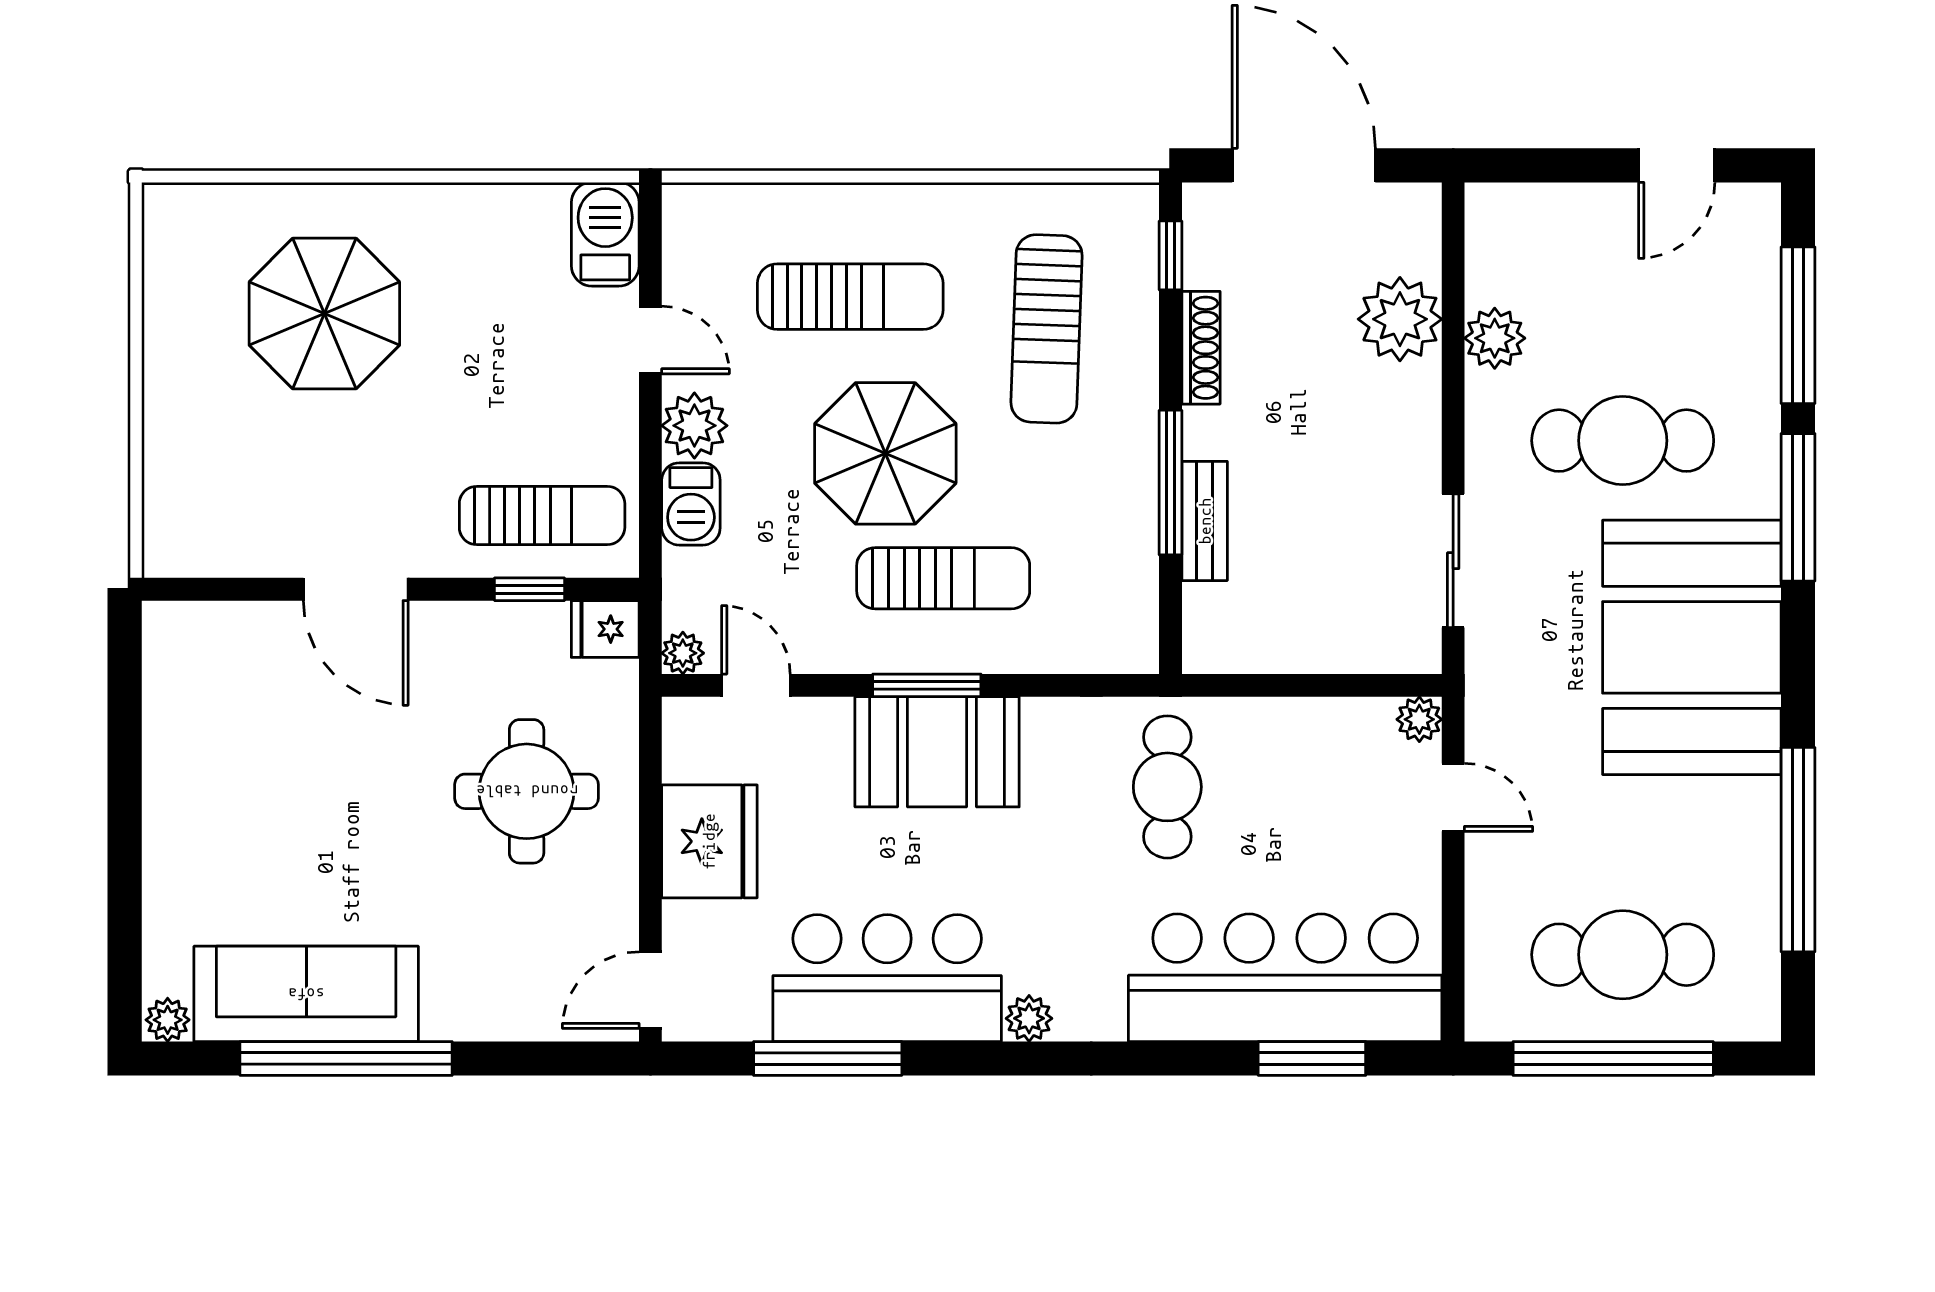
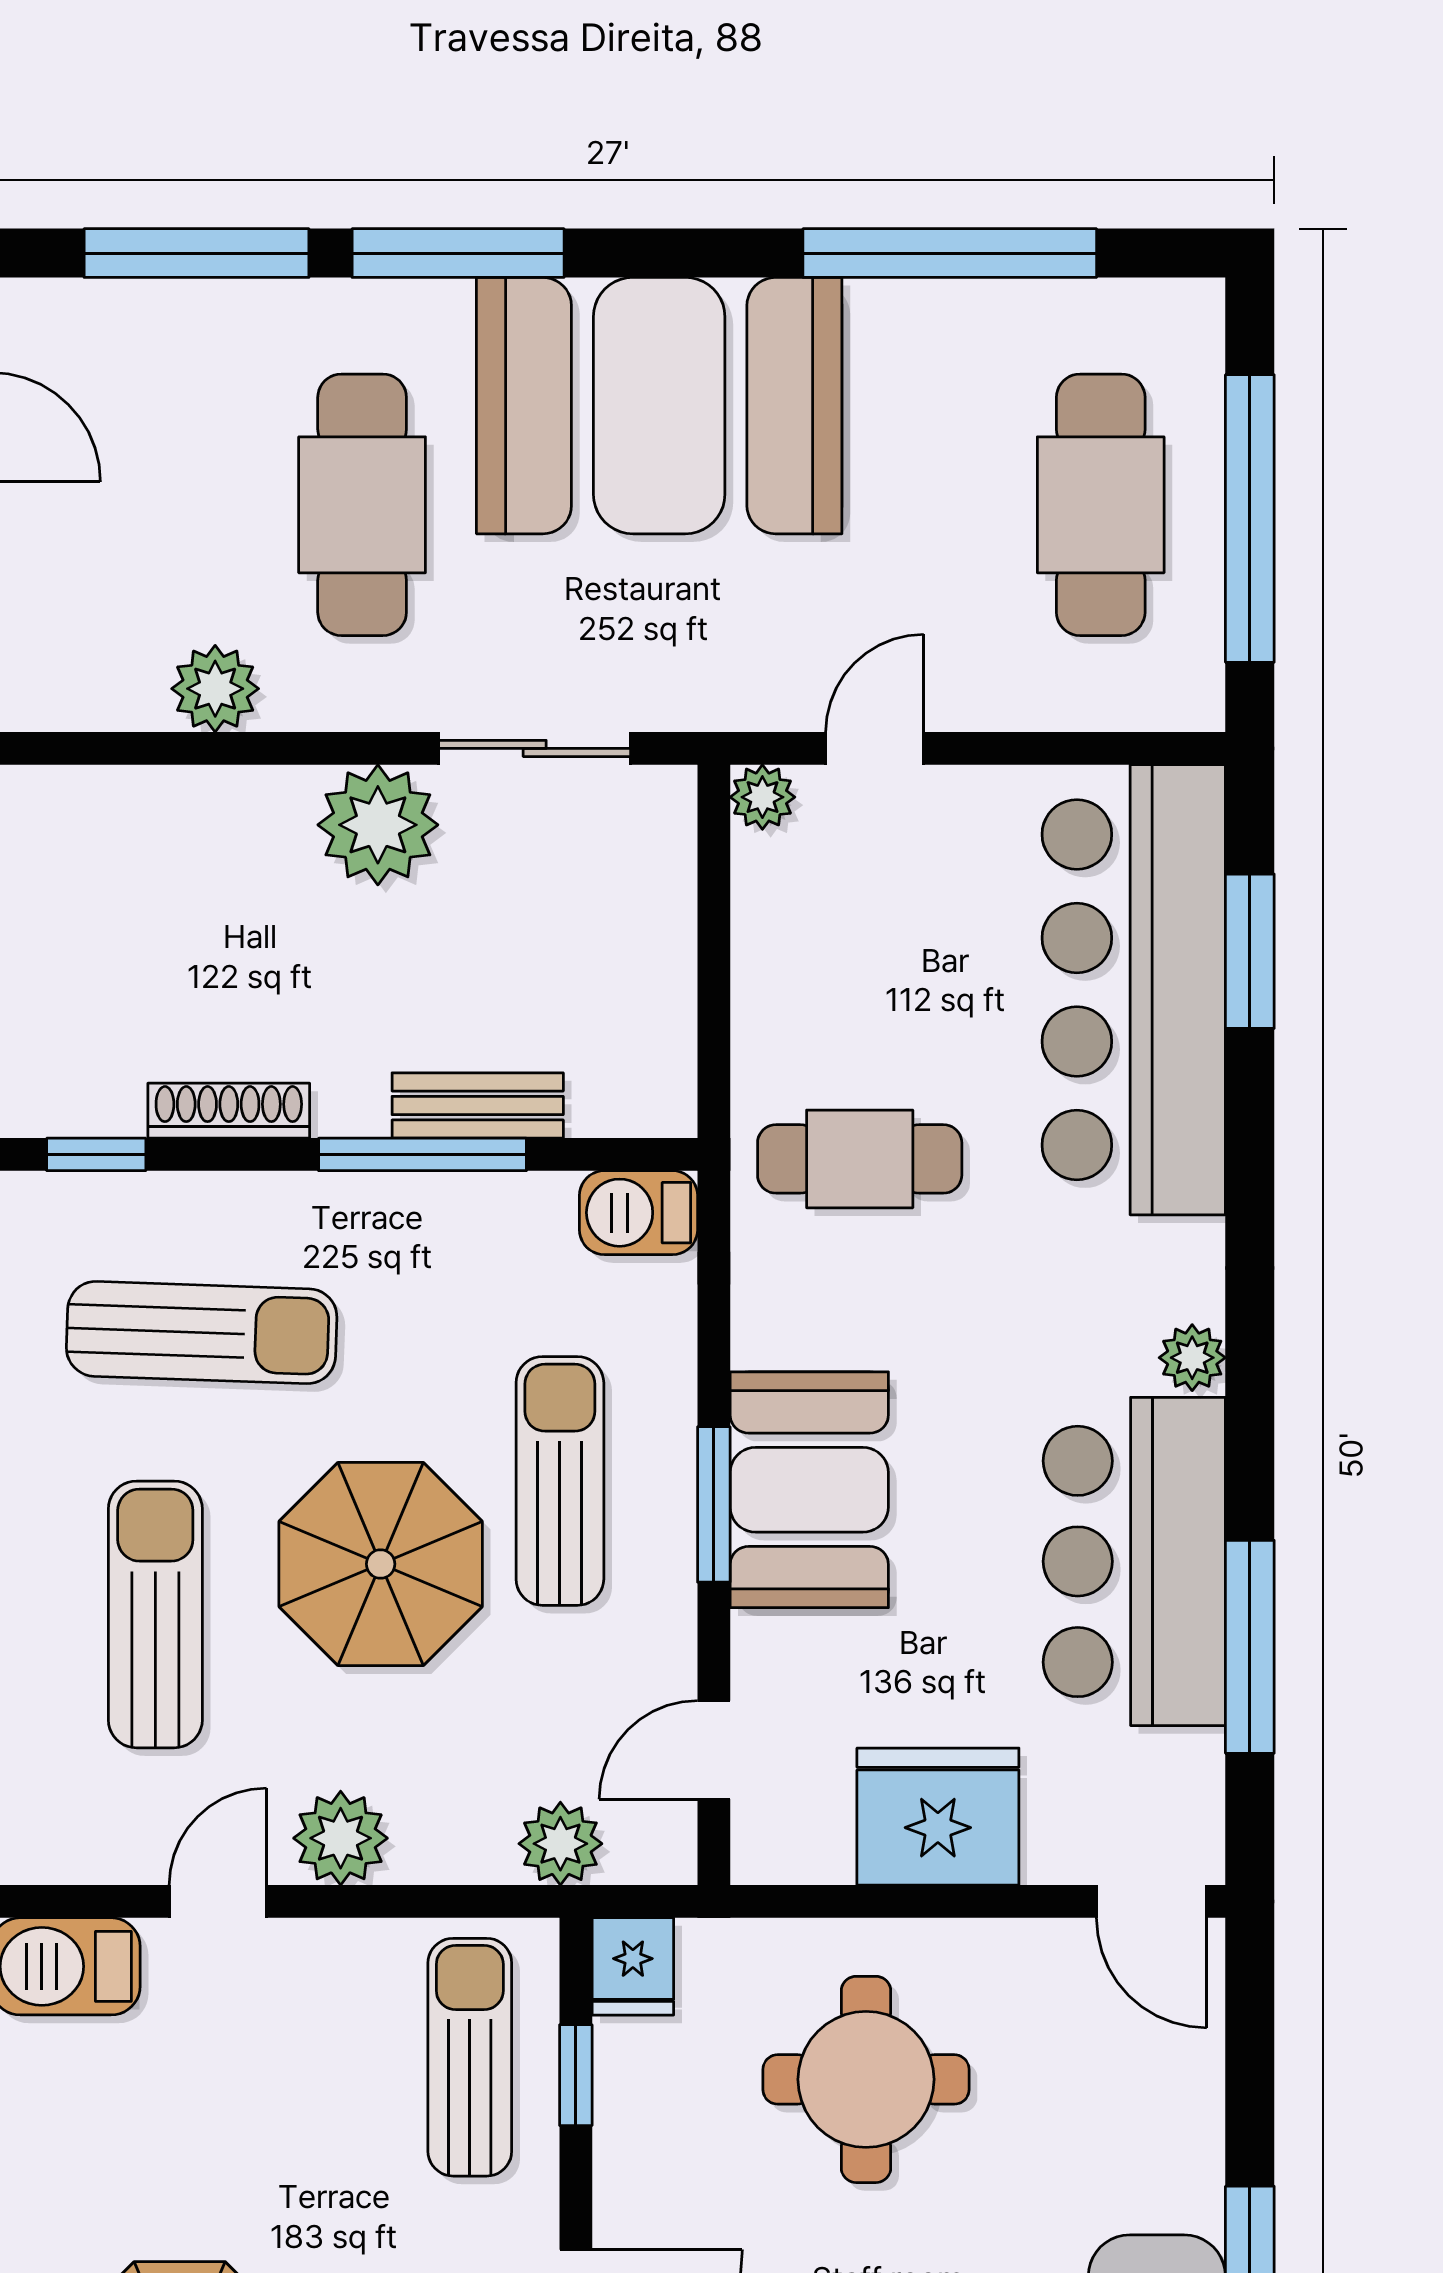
plant: (1400, 319) -> (378, 825), moved
barbecue: (691, 504) -> (638, 1213), moved, turned 180
plant: (683, 653) -> (560, 1844), moved, width x1.38, depth x1.38

